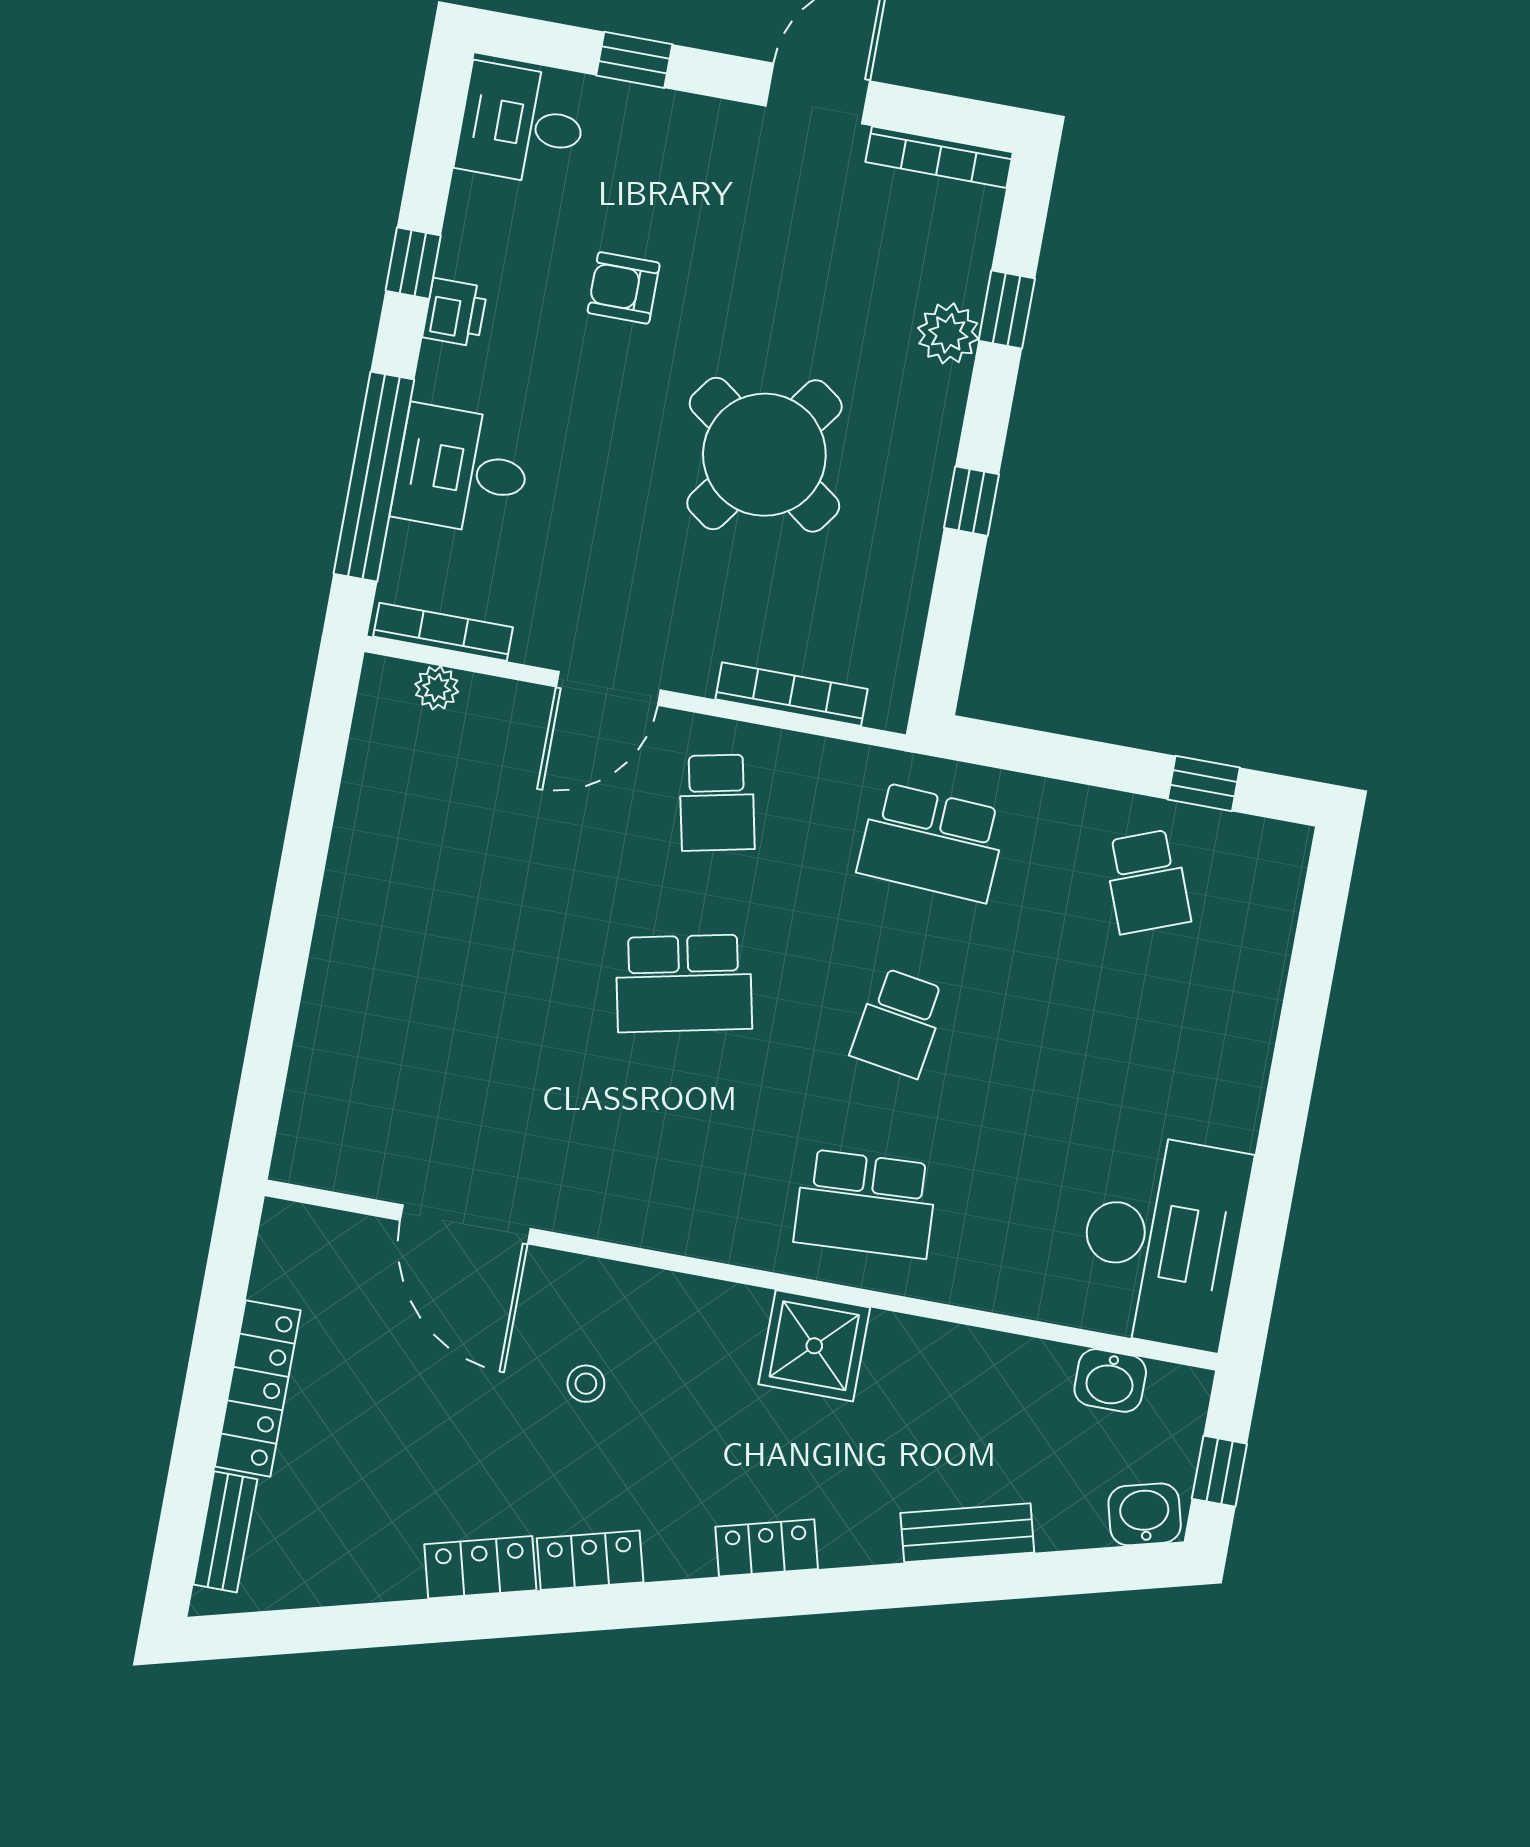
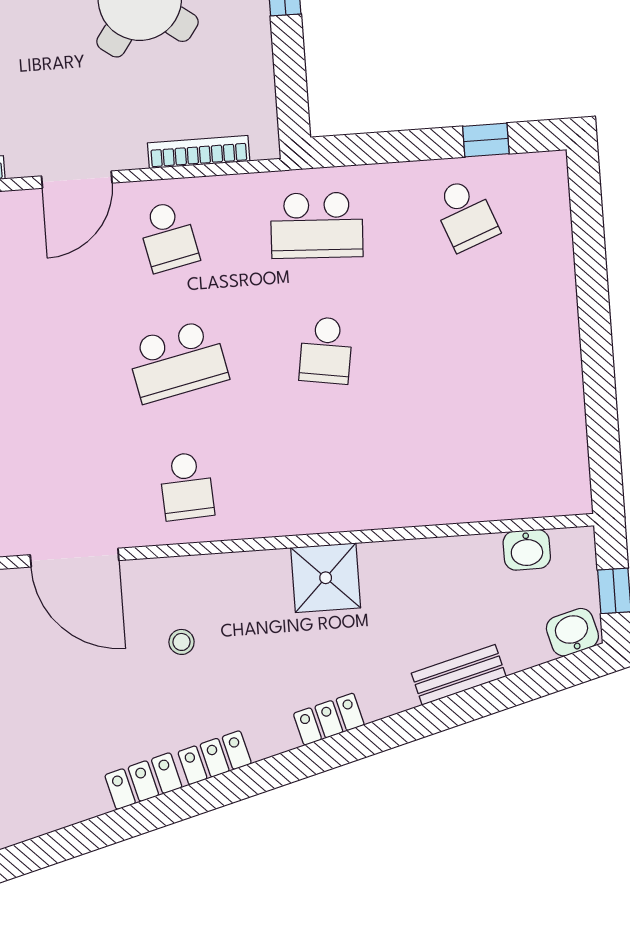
school desk: (866, 1204) -> (187, 486), moved, width x0.54
desk: (1162, 1241) -> (537, 449), removed

